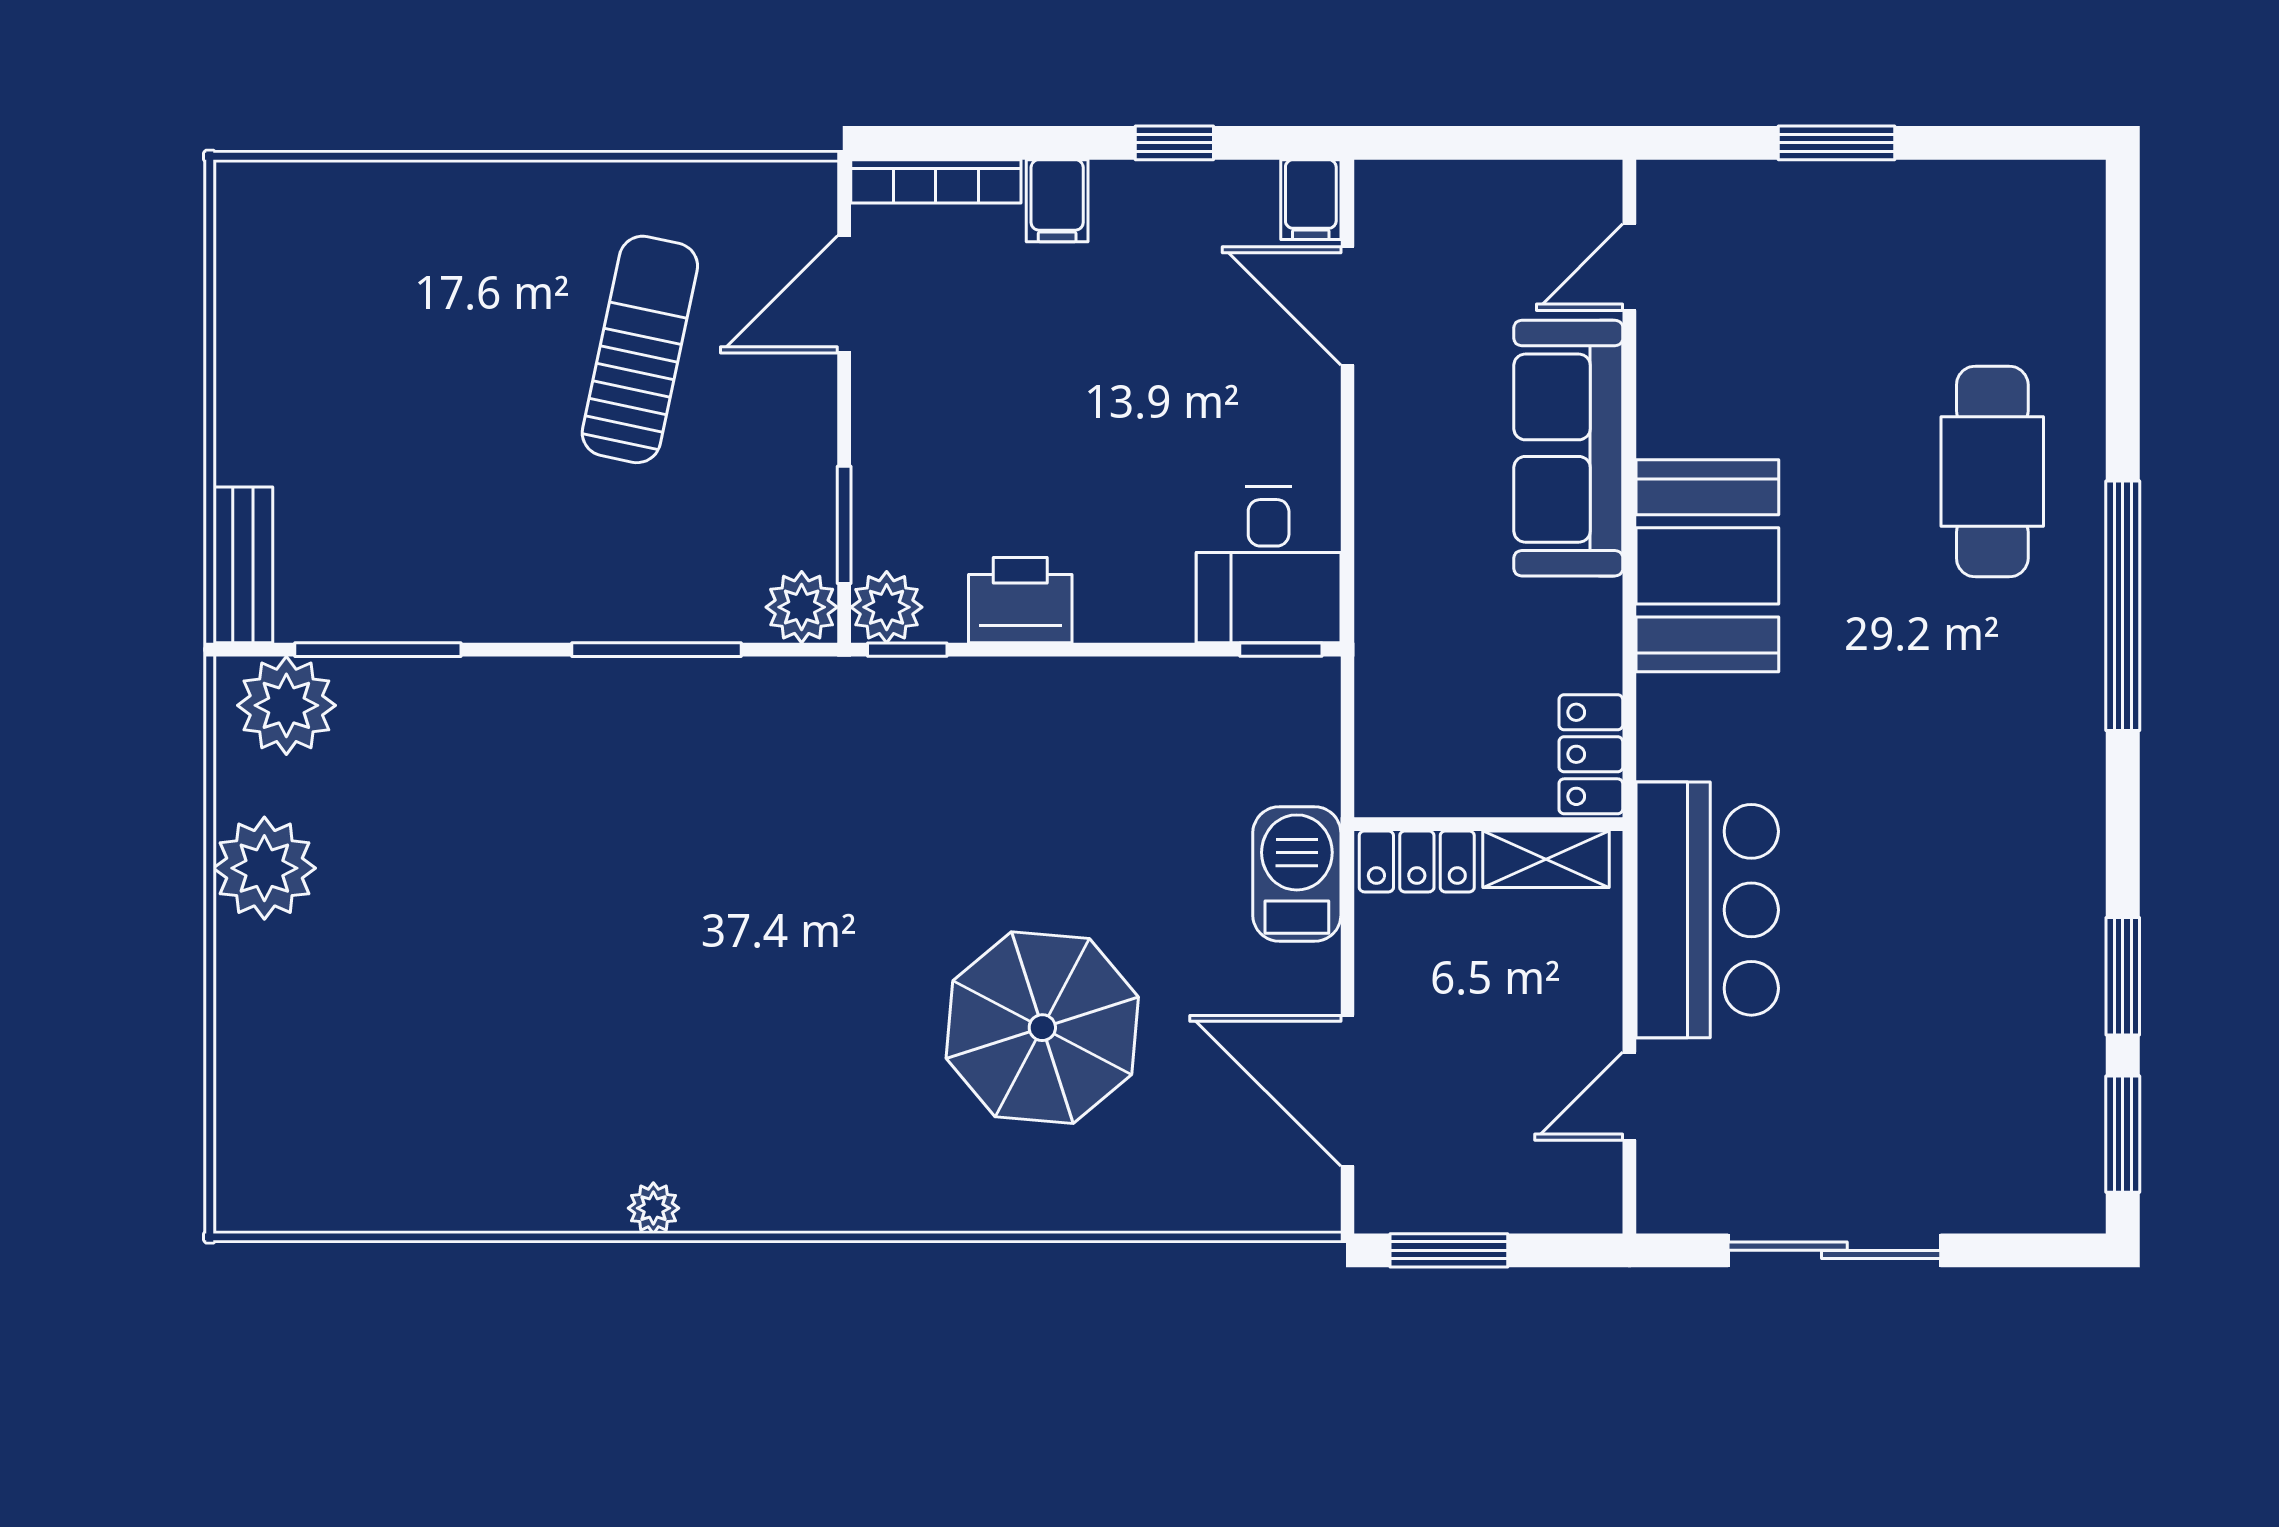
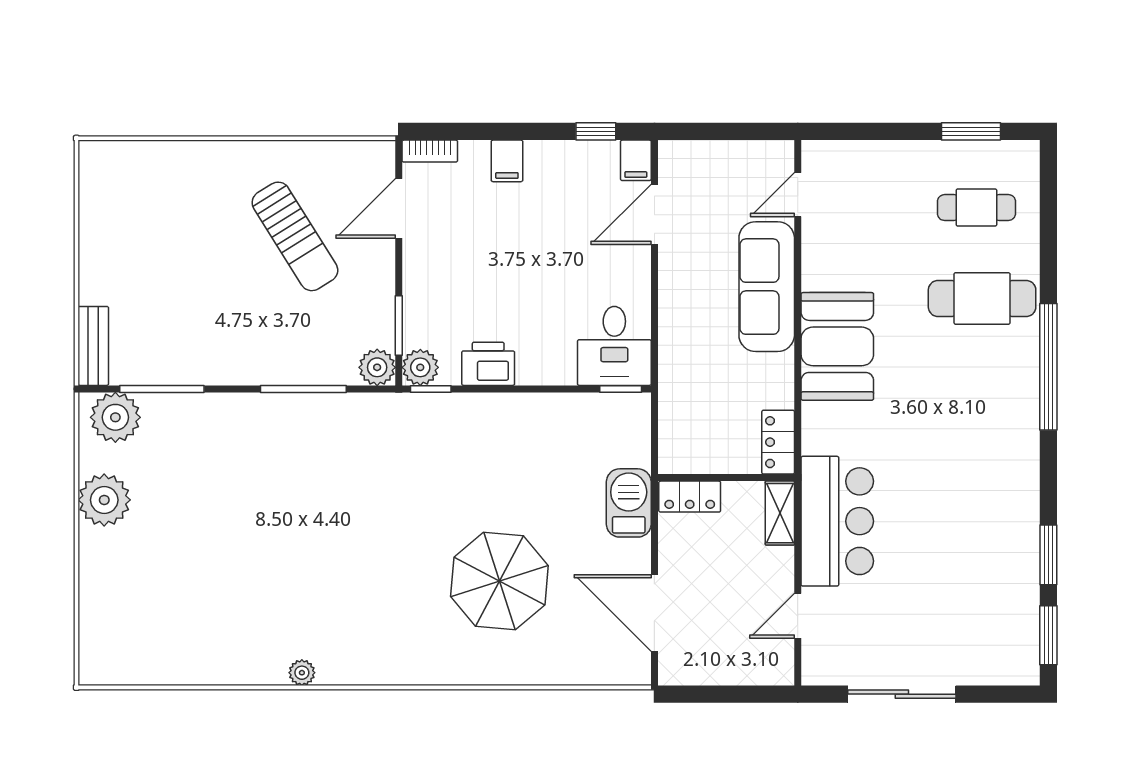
window: (1174, 143) -> (596, 131), moved
window: (1836, 143) -> (971, 131), moved
bookcase: (936, 181) -> (430, 151), width x0.64
cafe table: (1981, 292) -> (976, 208), added
door: (1348, 306) -> (654, 214), hinge flipped
sun lounger: (640, 349) -> (295, 236), turned 136
cafe table: (1992, 472) -> (982, 298), turned 90
shelving: (1546, 859) -> (780, 513), moved, turned 90
window: (1449, 1250) -> (706, 694), removed

